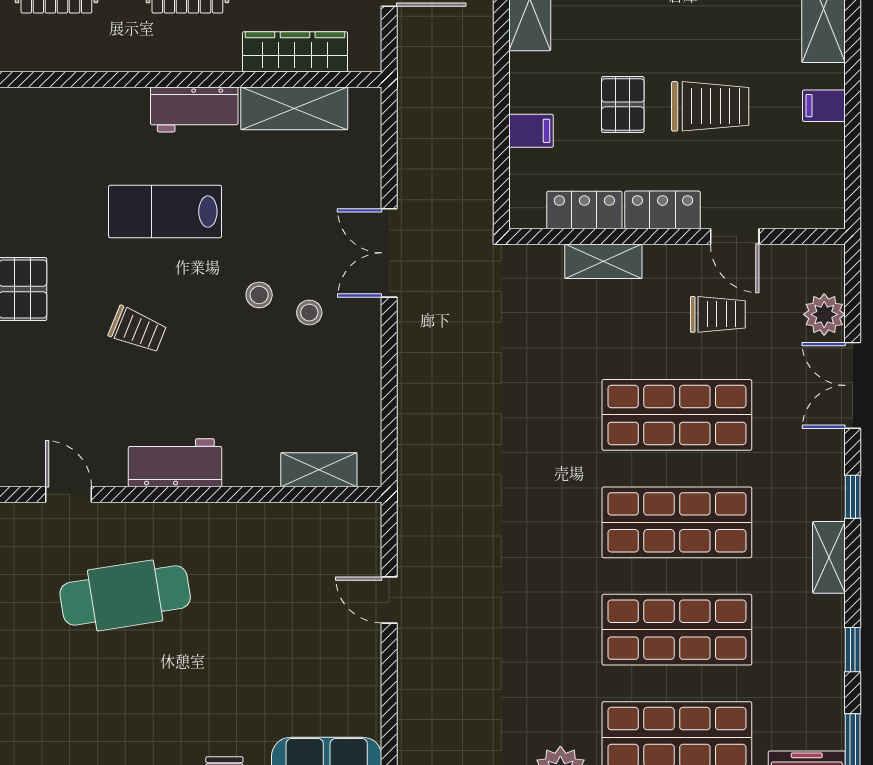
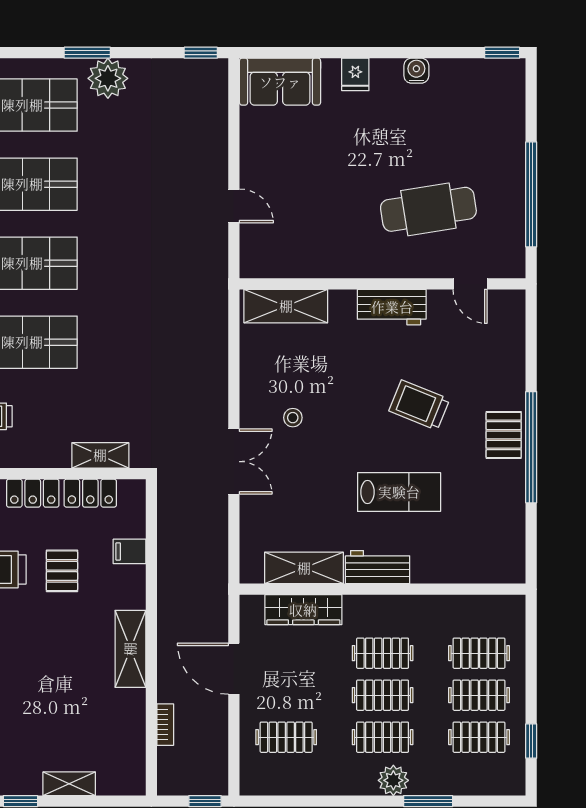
shelving: (603, 261) -> (100, 455), moved
stool: (259, 295) -> (330, 431), removed
trolley: (138, 330) -> (419, 405), width x1.36, depth x1.39
shelving: (319, 470) -> (286, 306), width x1.50, depth x1.33

